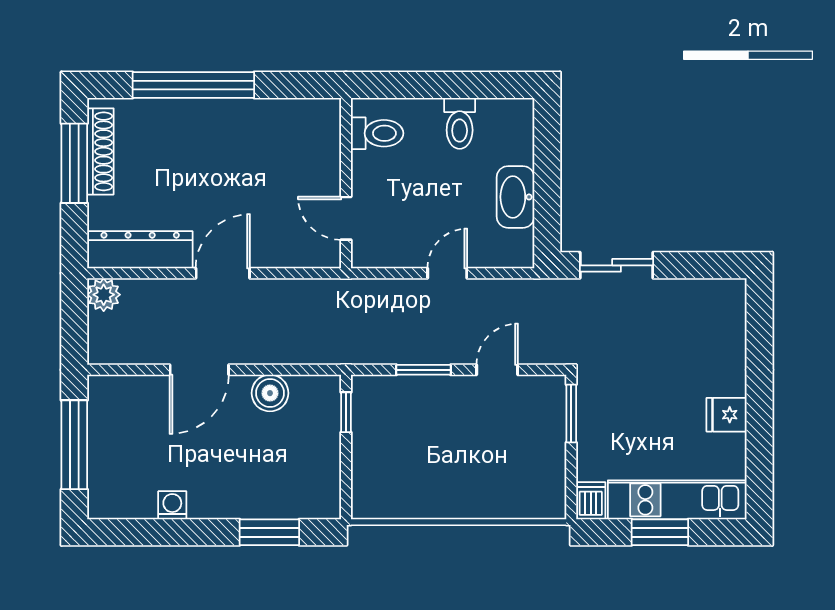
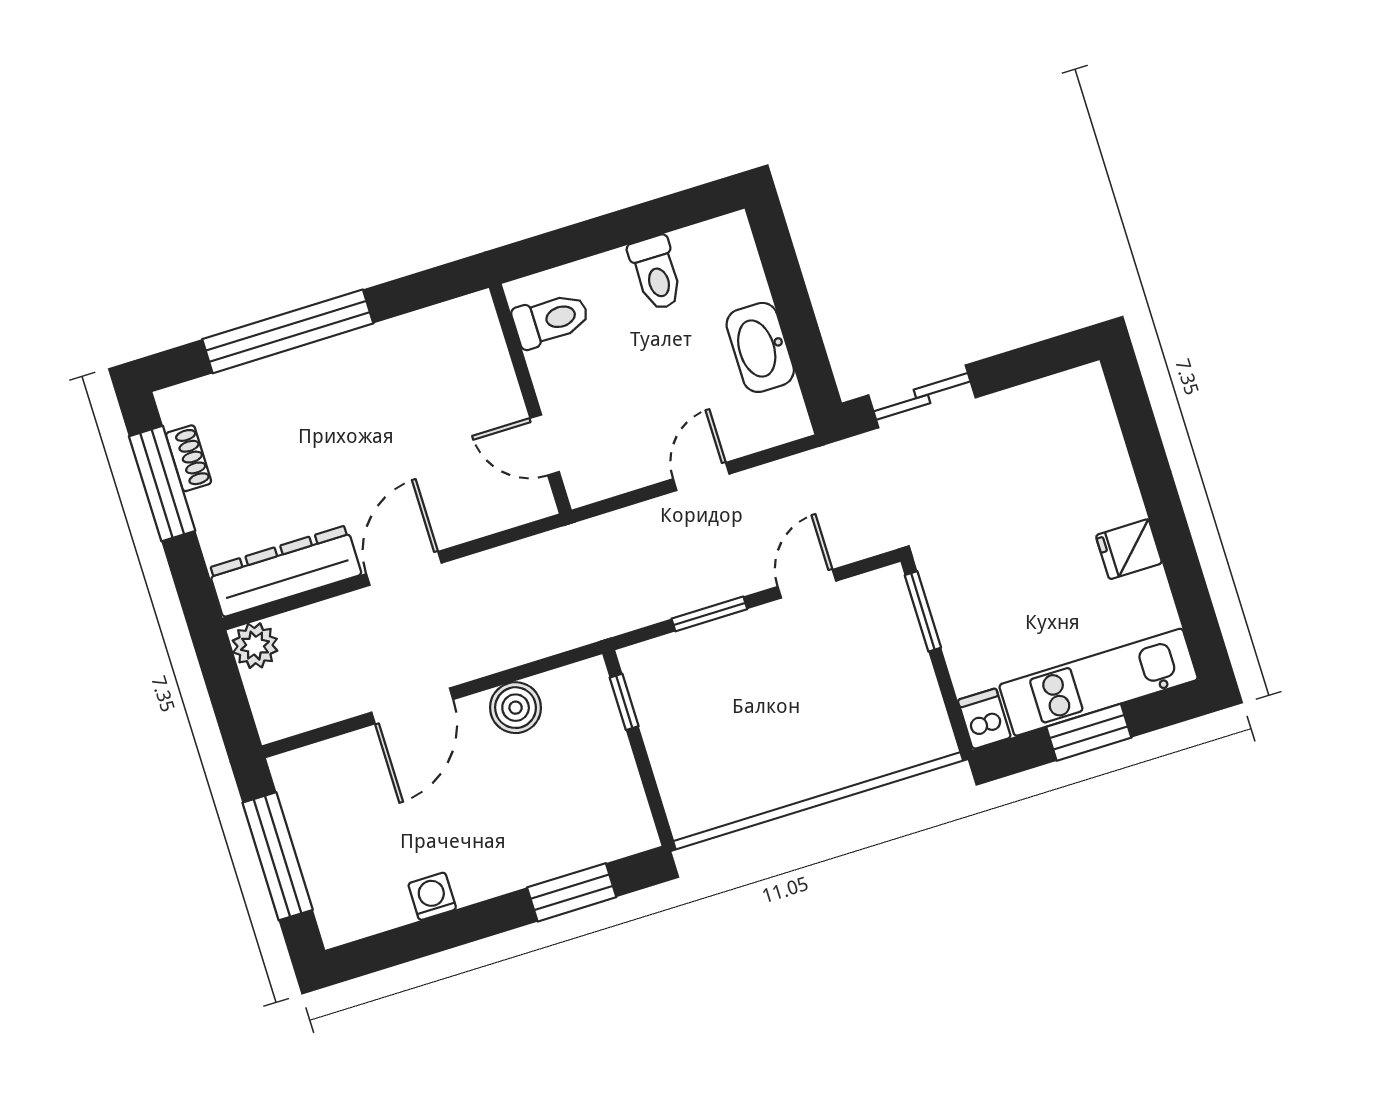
shoe rack: (100, 151) -> (189, 458), width x0.51, depth x0.81

